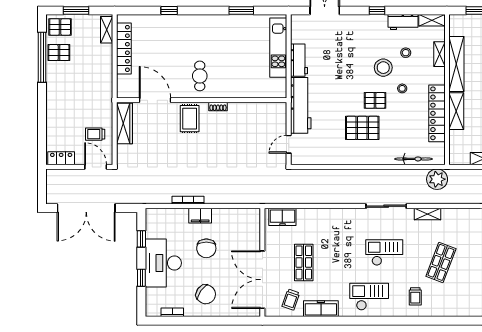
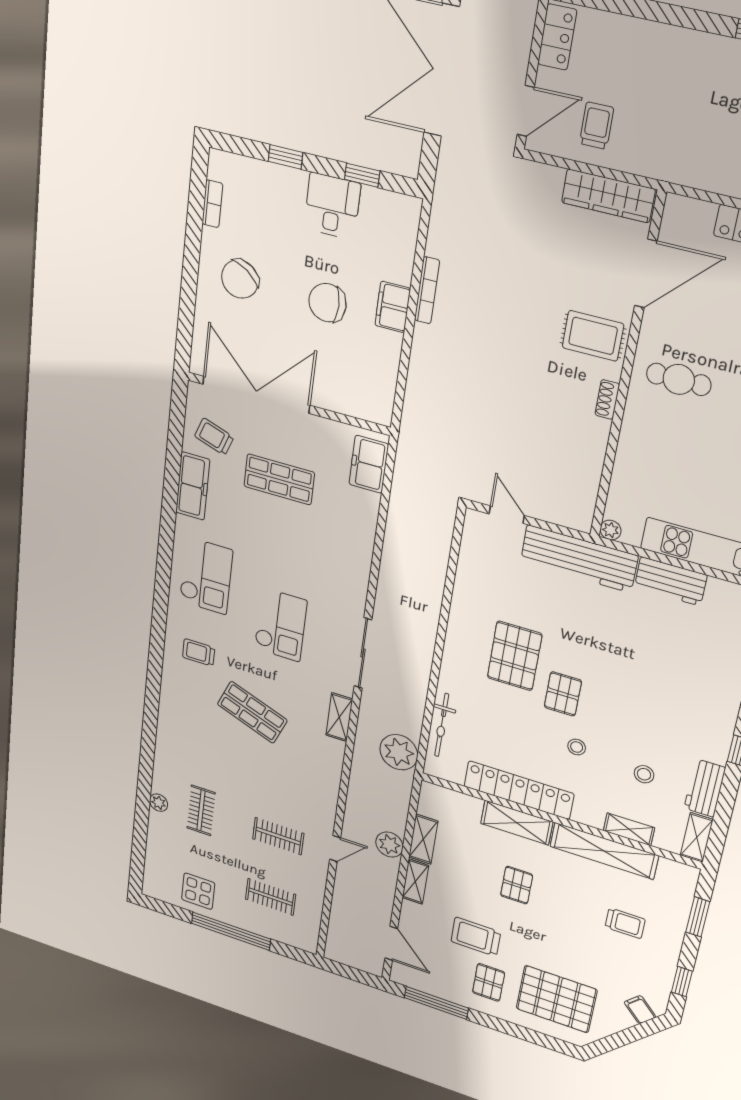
stool: (383, 68) -> (623, 727), removed
plant: (282, 93) -> (610, 530), added
desk: (163, 263) -> (332, 206), width x0.53, depth x0.77

